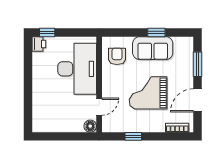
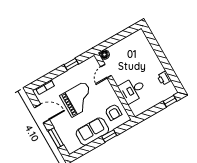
window: (156, 33) -> (109, 136), moved
printer: (39, 44) -> (164, 78), moved
desk: (77, 69) -> (132, 90), width x0.53, depth x0.77
door: (198, 100) -> (42, 114), hinge flipped

